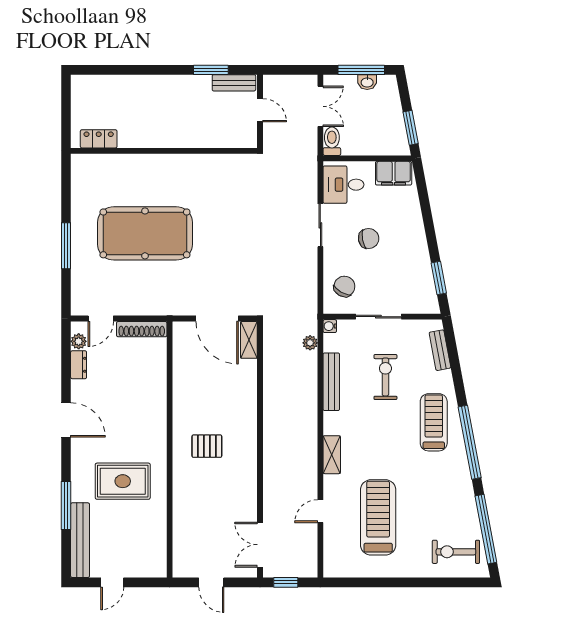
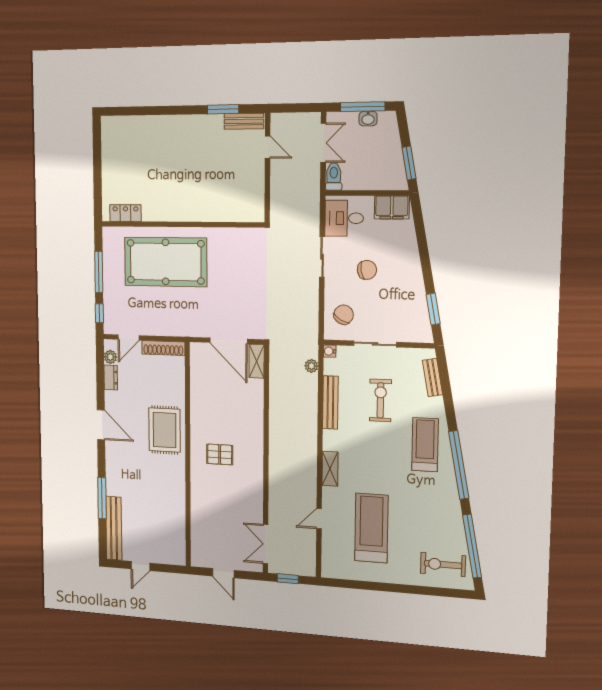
locker: (99, 139) -> (125, 213), moved
wall: (164, 151) -> (182, 224), moved
window: (66, 292) -> (99, 313), added
rug: (123, 481) -> (165, 430), moved, turned 90

